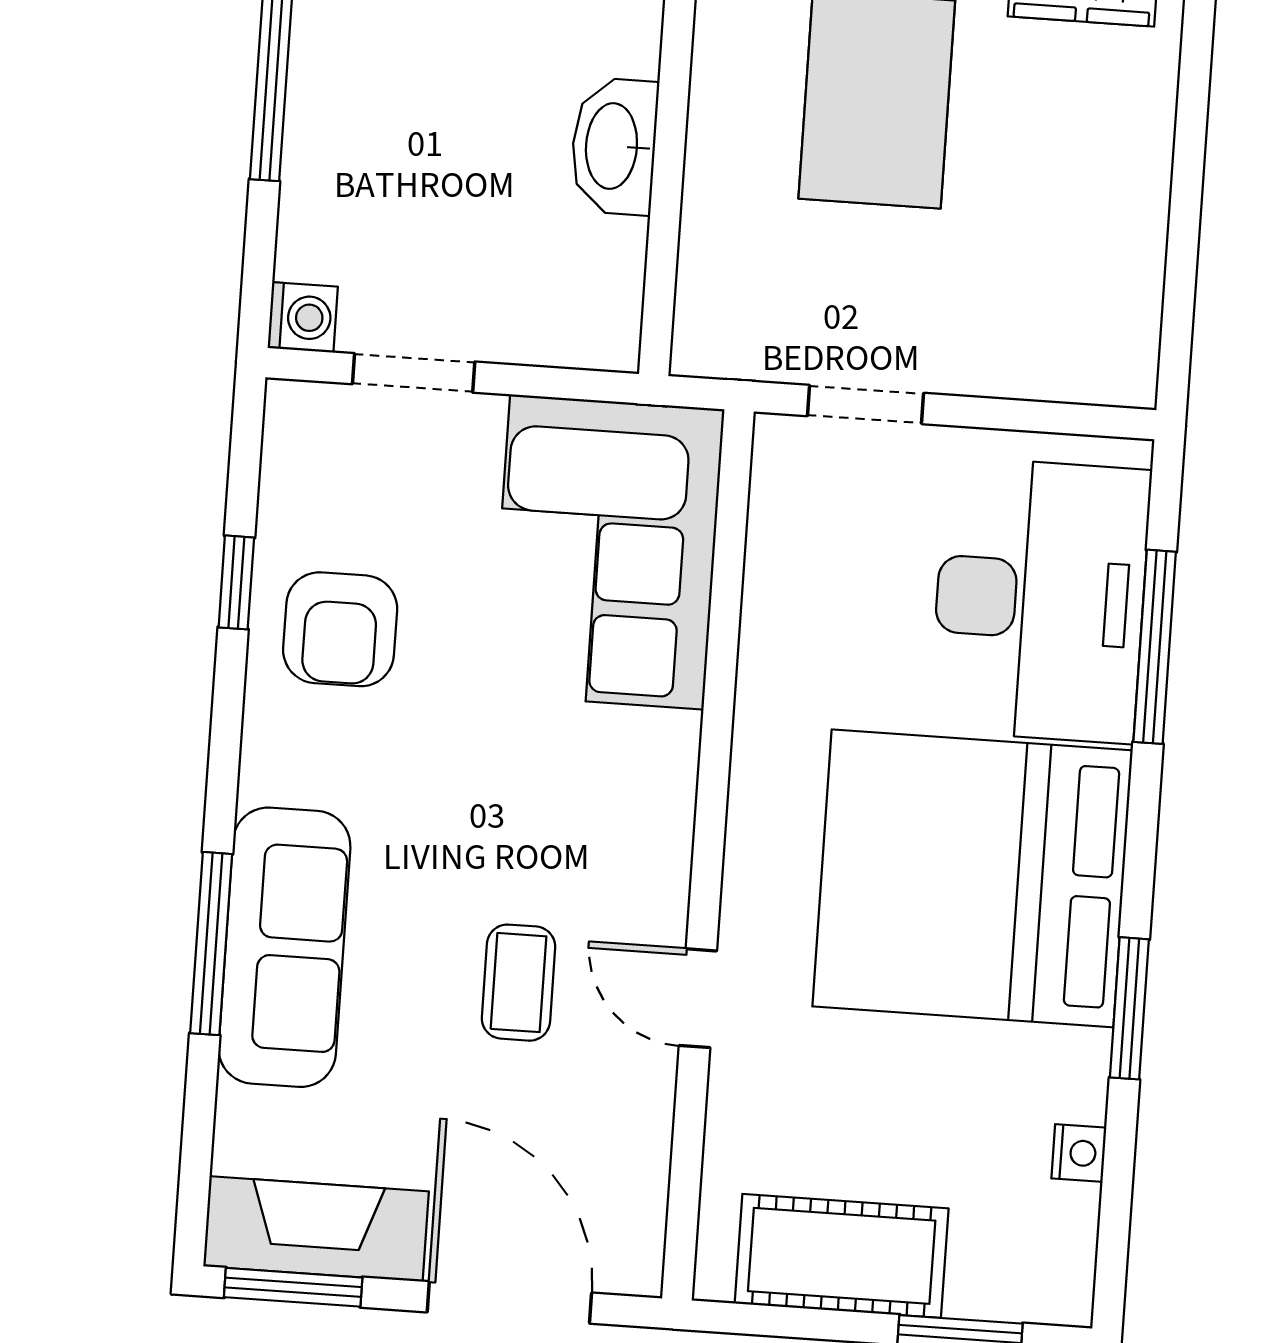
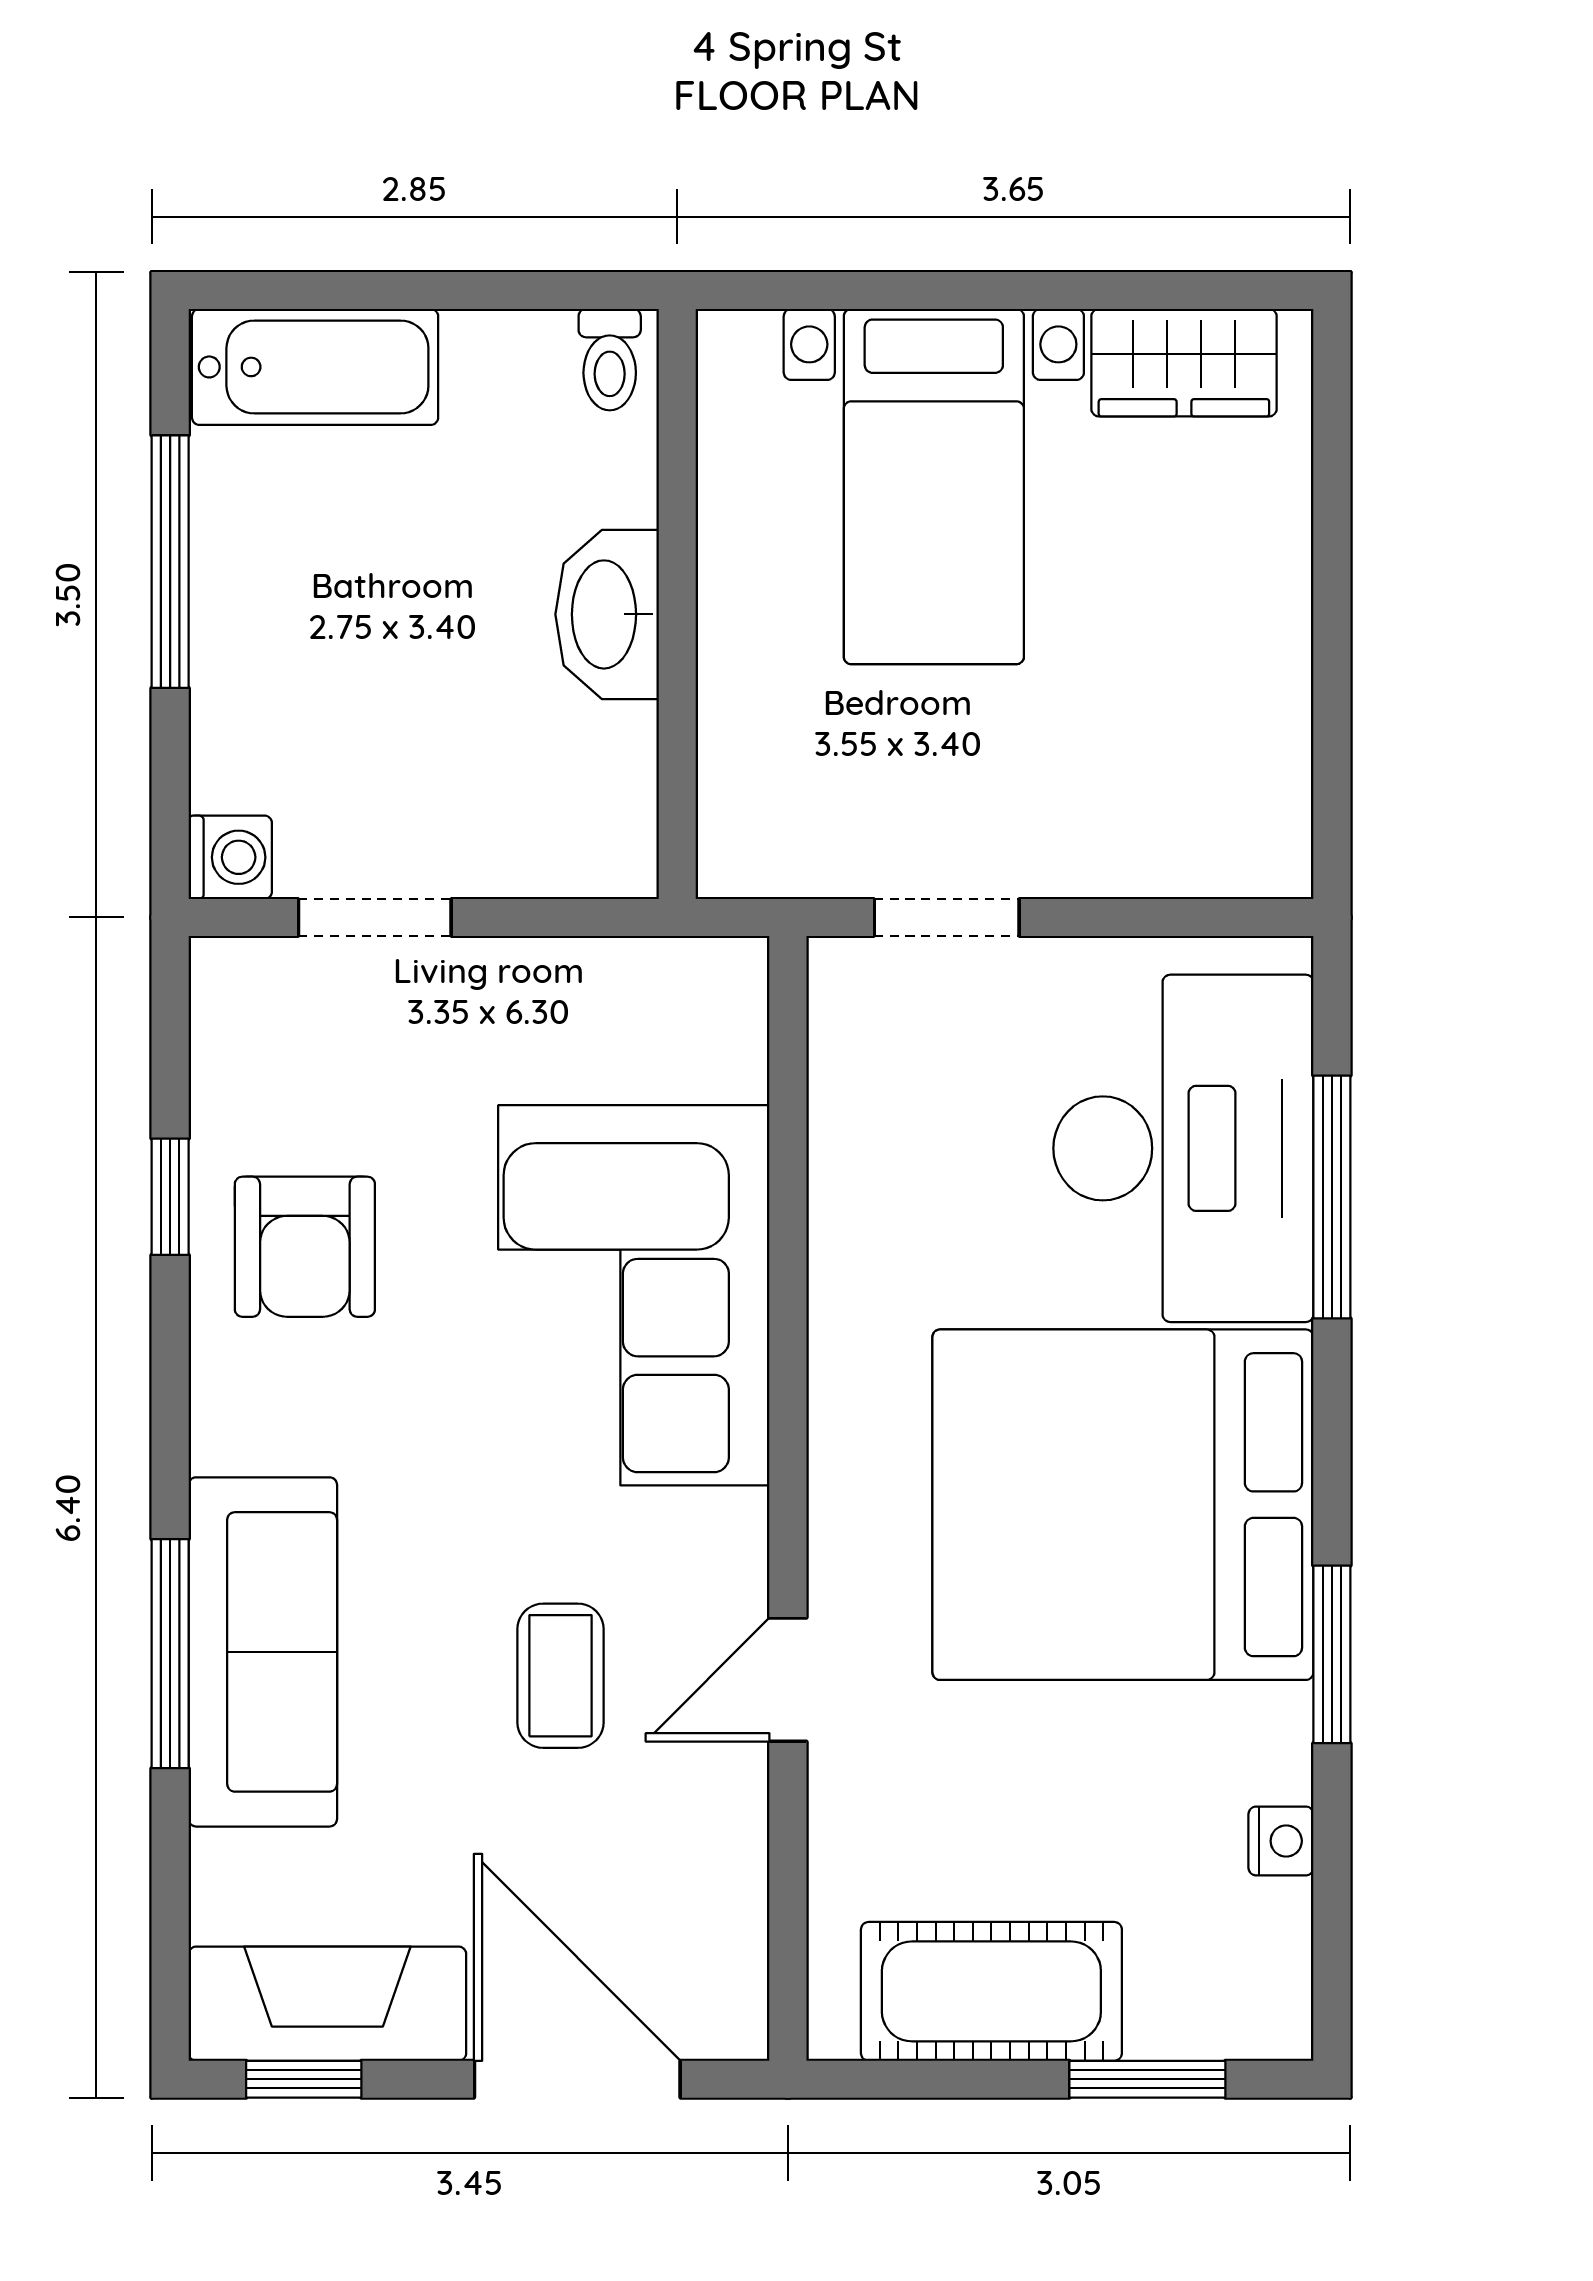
corner sofa: (607, 552) -> (634, 1295), moved
door: (698, 998) -> (788, 1680), hinge flipped
window: (293, 1287) -> (304, 2079), width x0.67

